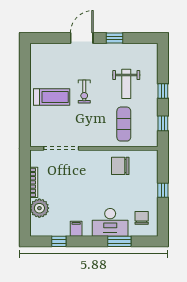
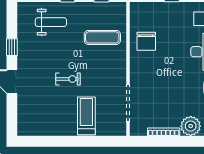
weight bench: (126, 84) -> (51, 22), moved
treadmill: (52, 97) -> (86, 116), moved

